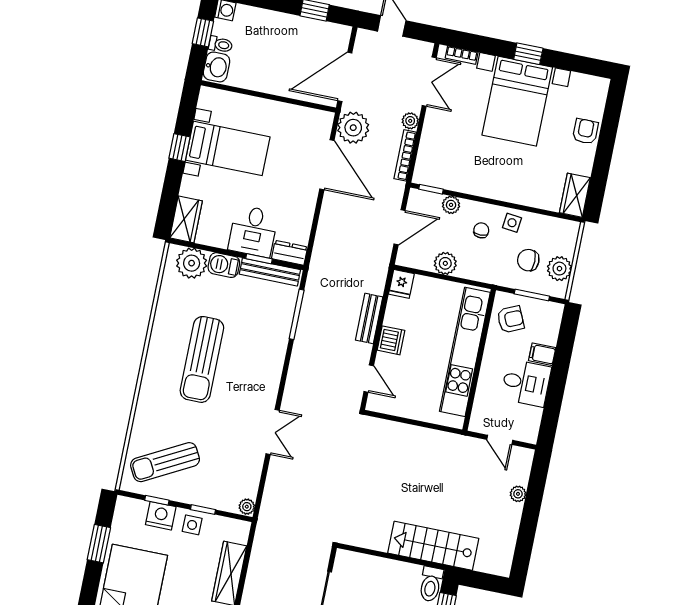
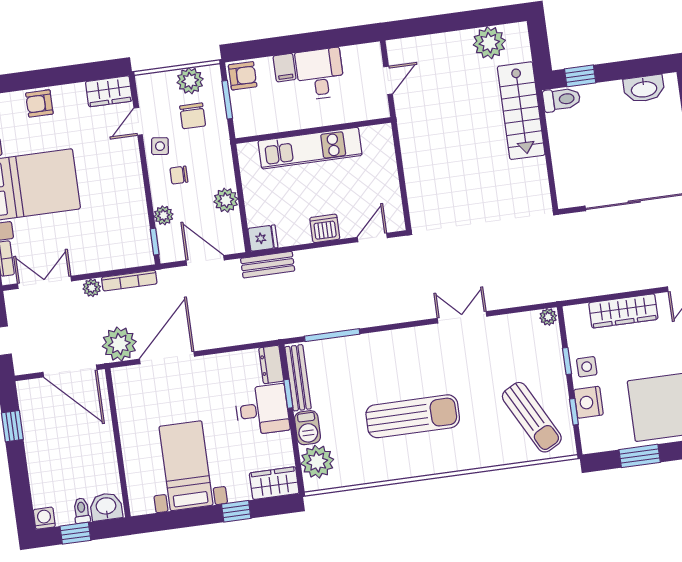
window: (179, 148) -> (236, 511), moved
door: (540, 211) -> (138, 121), added
bench: (369, 318) -> (268, 265), moved
armchair: (511, 319) -> (243, 76), moved, turned 114
kitchen unit: (465, 352) -> (310, 148), width x0.73
plant: (518, 494) -> (489, 43), moved, width x1.87, depth x1.87

